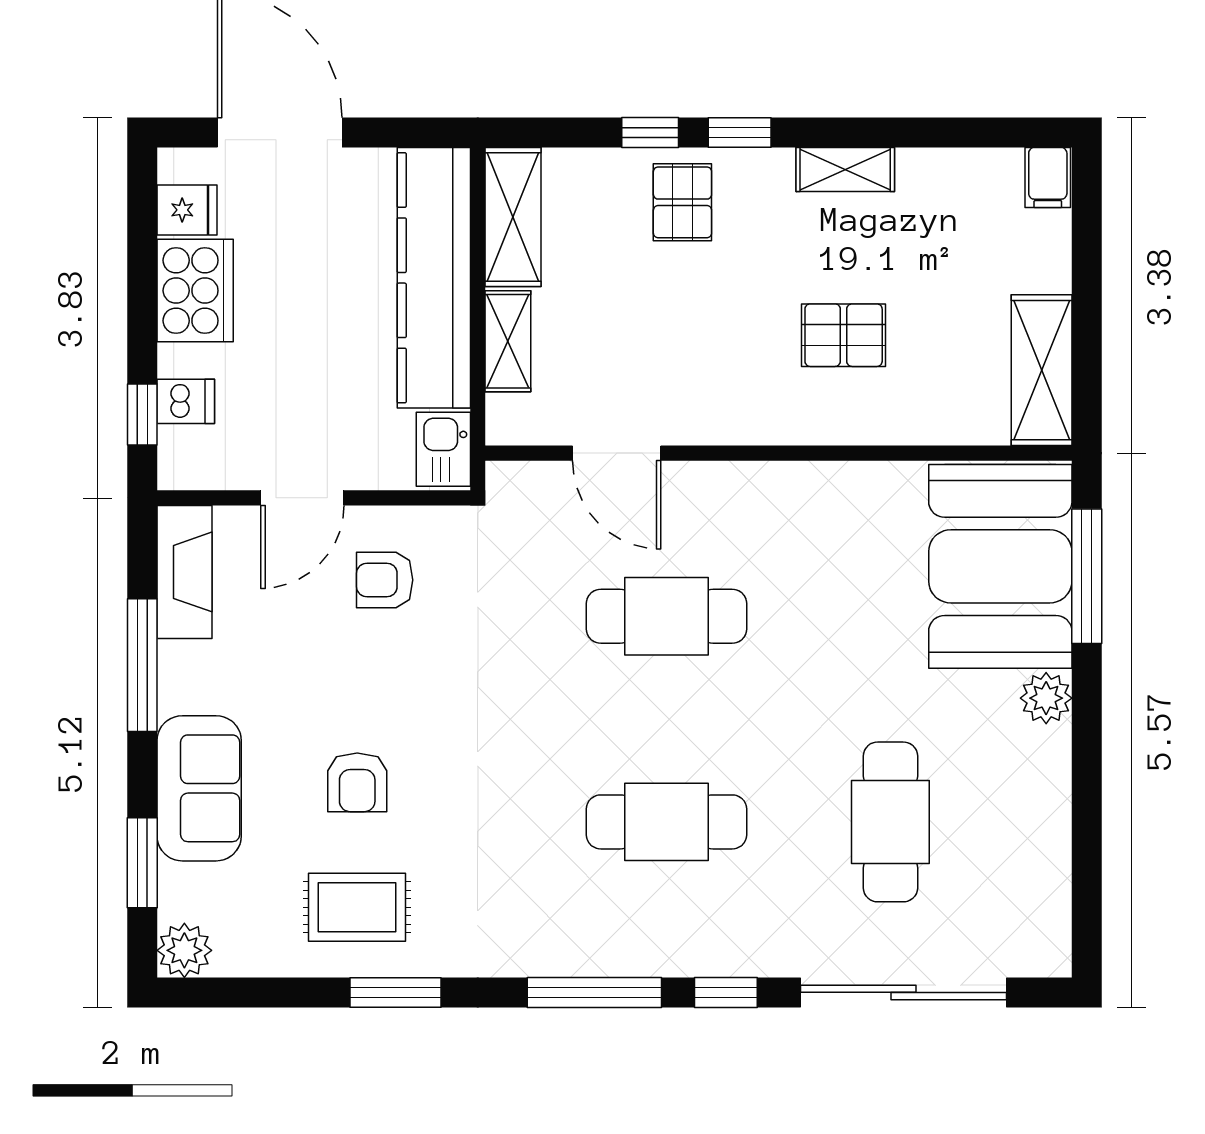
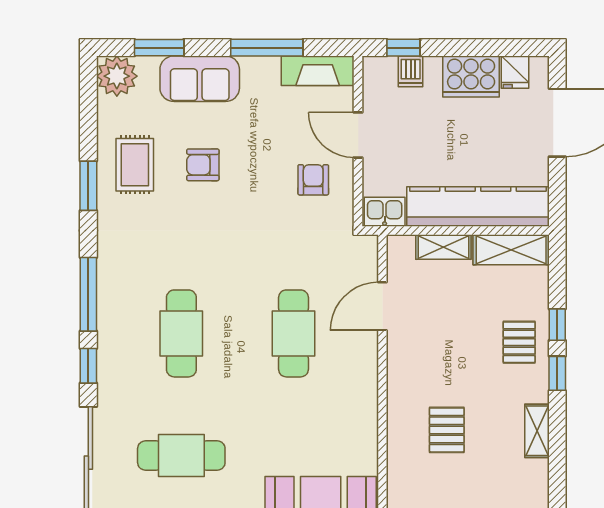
pallet: (682, 202) -> (519, 342), turned 90
plant: (184, 950) -> (117, 76), width x1.36, depth x1.36

